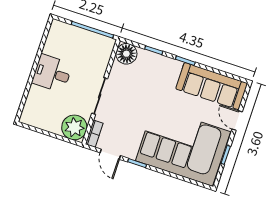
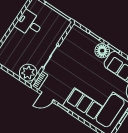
floor lamp: (126, 54) -> (102, 51), moved
desk: (52, 73) -> (29, 24), moved
door: (110, 154) -> (47, 97), hinge flipped

